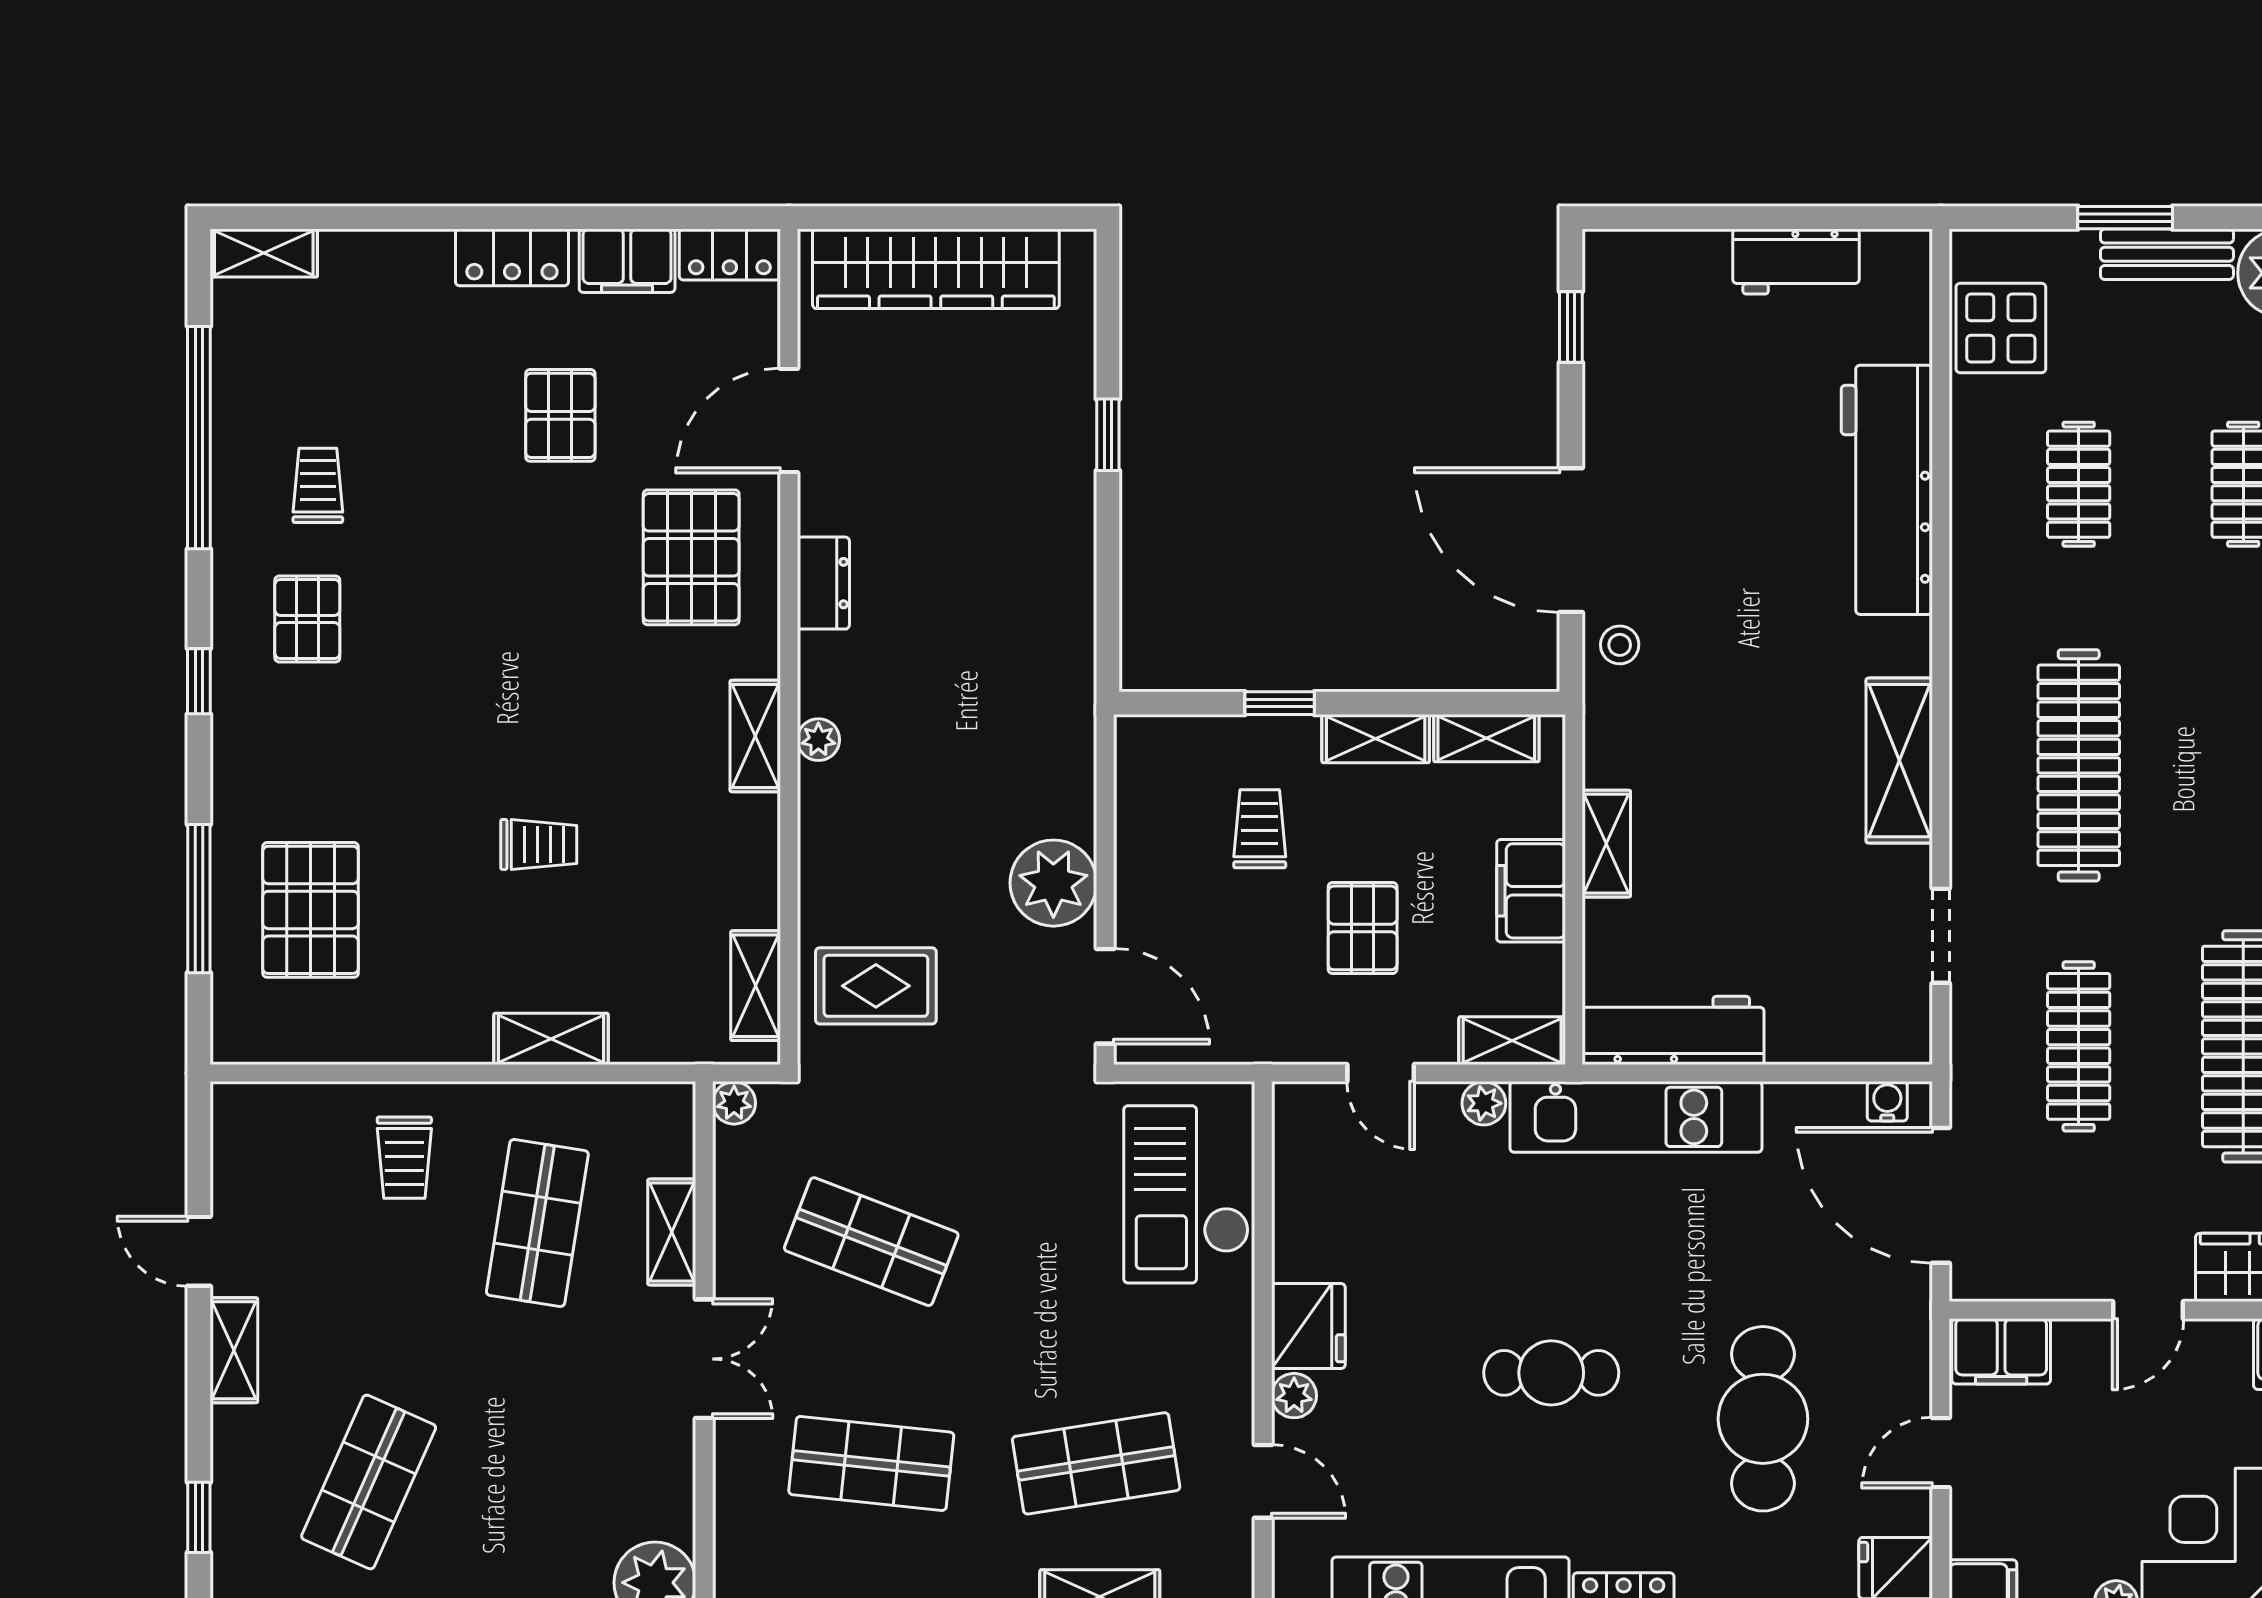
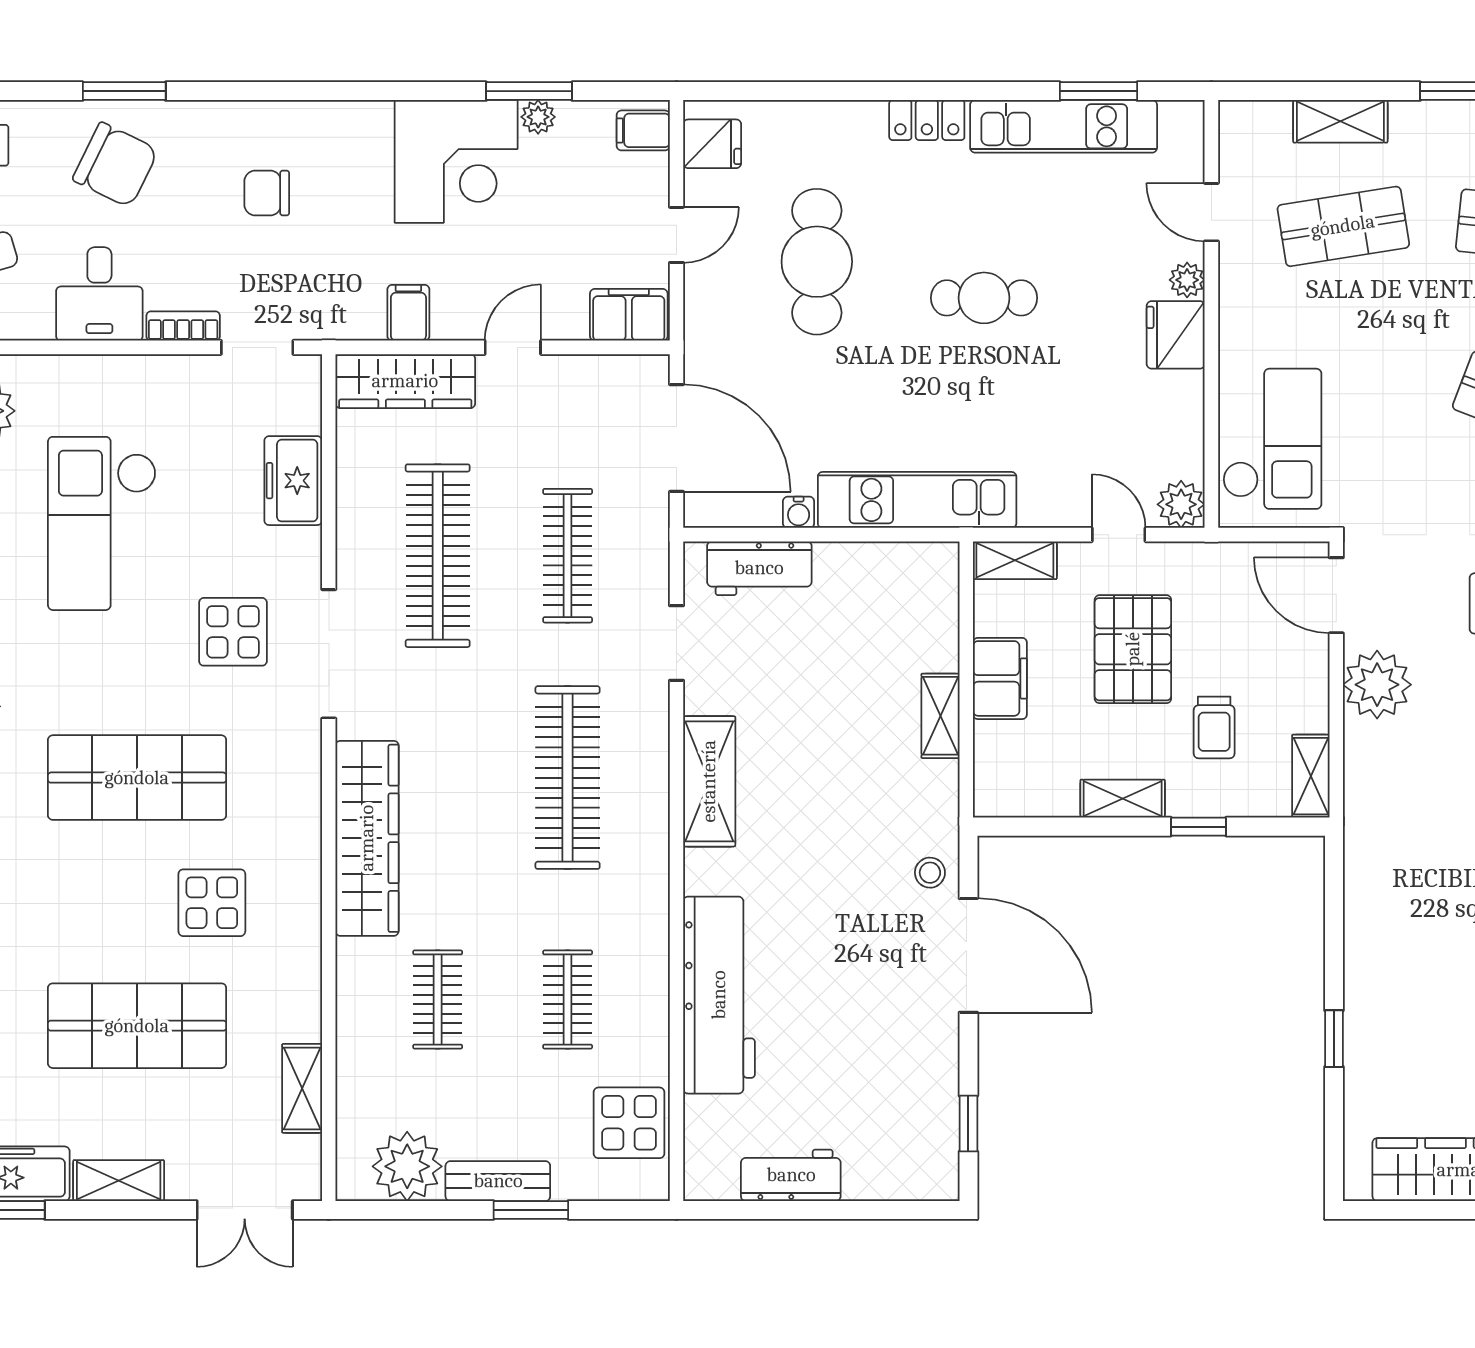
shelving: (1486, 738) -> (1311, 776), moved, turned 90
pallet: (1363, 928) -> (1133, 649), width x1.50, depth x1.42
workbench: (1673, 1030) -> (759, 568), moved, width x0.73
water cooler: (1887, 1101) -> (799, 512), moved
plant: (1484, 1103) -> (1181, 504), moved, width x1.38, depth x1.38

